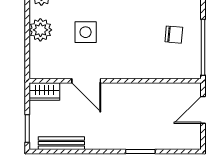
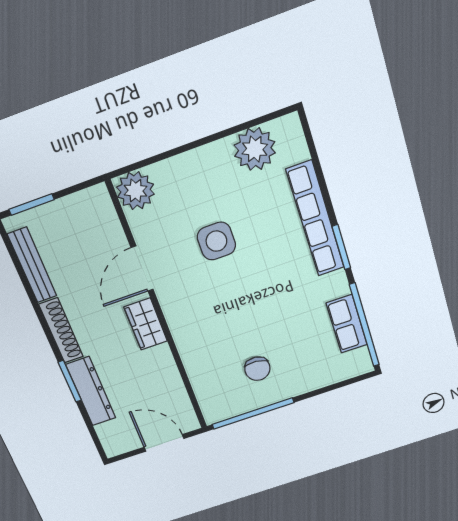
plant: (40, 30) -> (135, 191), moved
wardrobe: (44, 91) -> (146, 324), moved
dresser: (152, 141) -> (91, 391), added
shoe rack: (106, 143) -> (61, 331), added

